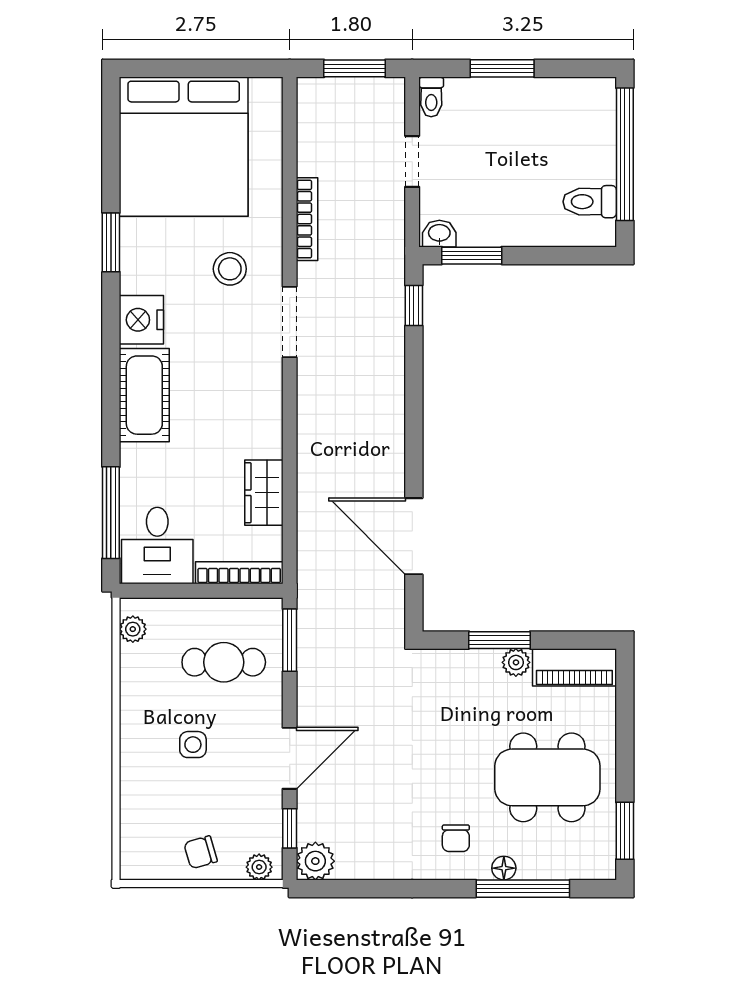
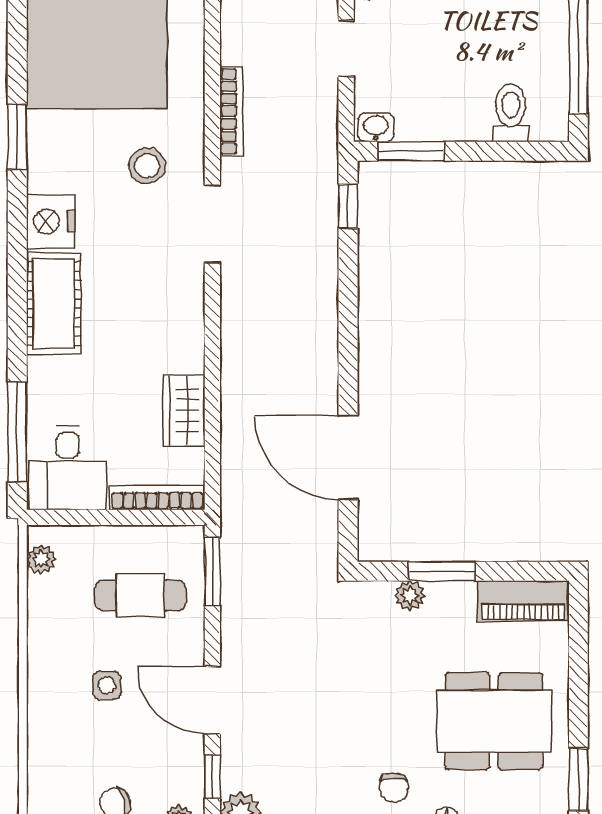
toilet: (590, 202) -> (511, 113), moved, turned 90
plant: (516, 662) -> (410, 596), moved
door: (290, 758) -> (212, 700), swing flipped

